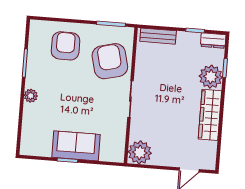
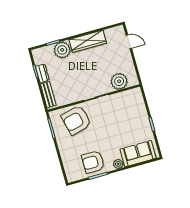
dresser: (213, 41) -> (42, 73), moved
armchair: (66, 46) -> (93, 162), moved
sofa: (76, 146) -> (138, 154), moved, turned 90
plant: (140, 152) -> (119, 81), moved

